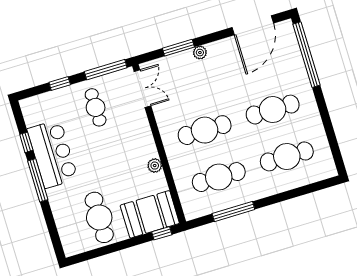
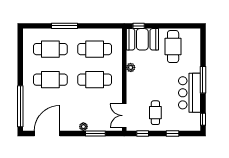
window: (106, 70) -> (143, 133), width x0.46
window: (26, 142) -> (203, 119), moved
window: (233, 212) -> (64, 26), moved

